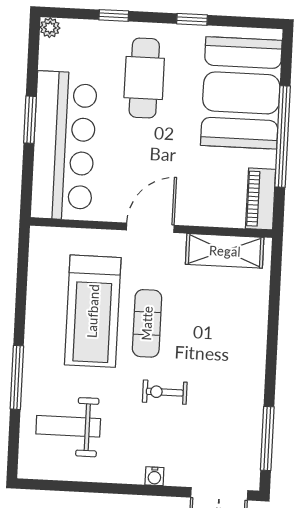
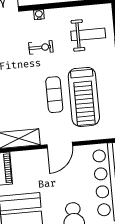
treadmill: (93, 311) -> (84, 97), turned 180
exercise bike: (165, 392) -> (41, 47), moved

